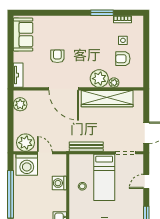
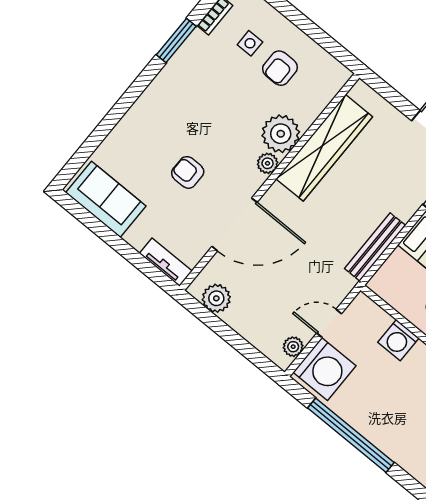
plant: (114, 83) -> (268, 163), moved
door: (64, 89) -> (235, 224), moved
plant: (25, 143) -> (293, 347), width x0.53, depth x0.53

